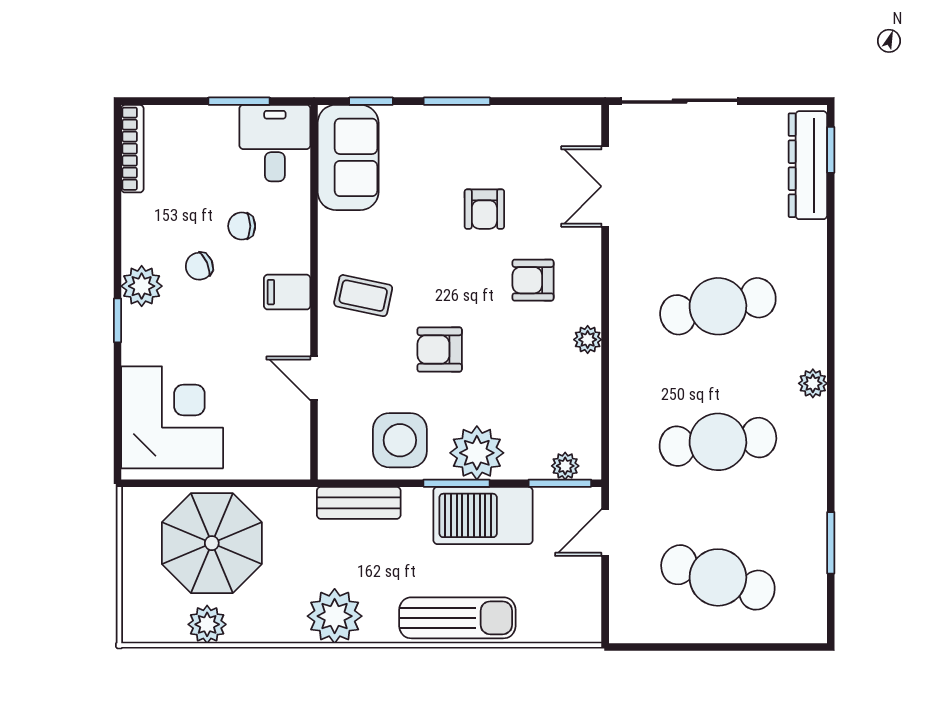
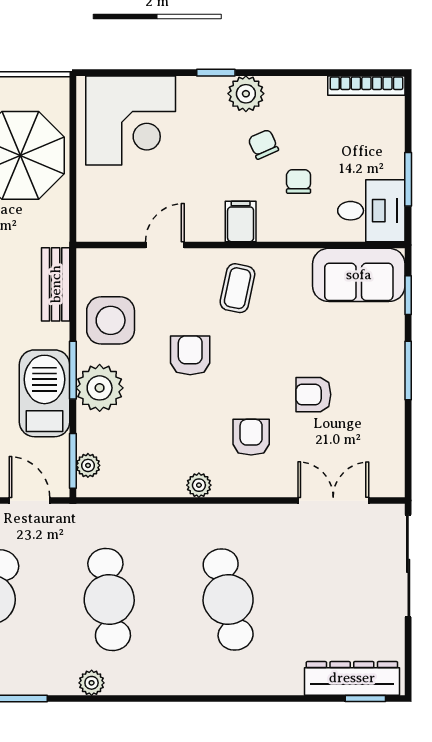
plant: (813, 383) -> (92, 683), moved

